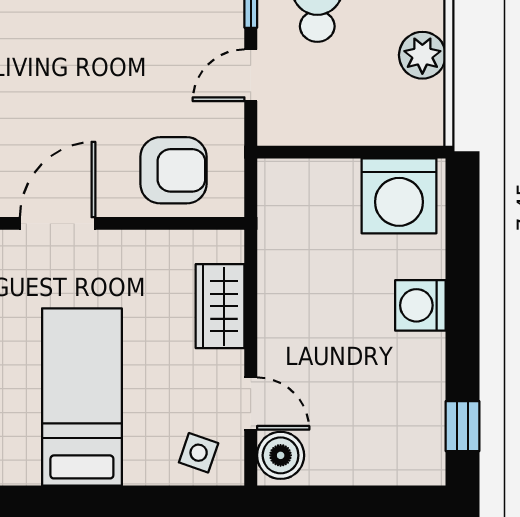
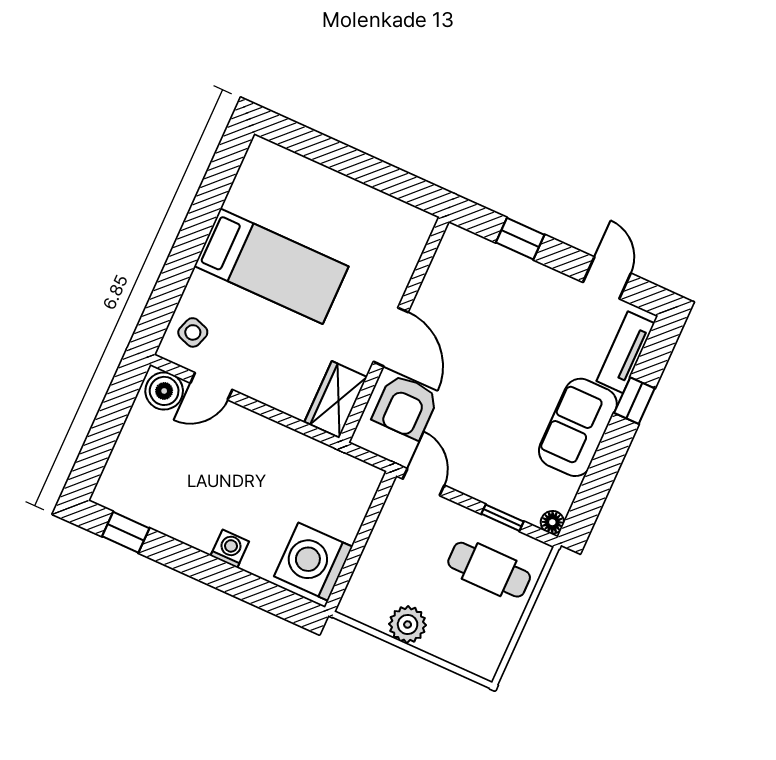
door: (251, 75) -> (424, 482), moved
door: (58, 223) -> (391, 337), moved
washing machine: (420, 305) -> (230, 549), width x0.73, depth x0.73
wardrobe: (220, 306) -> (336, 399), moved, turned -90

